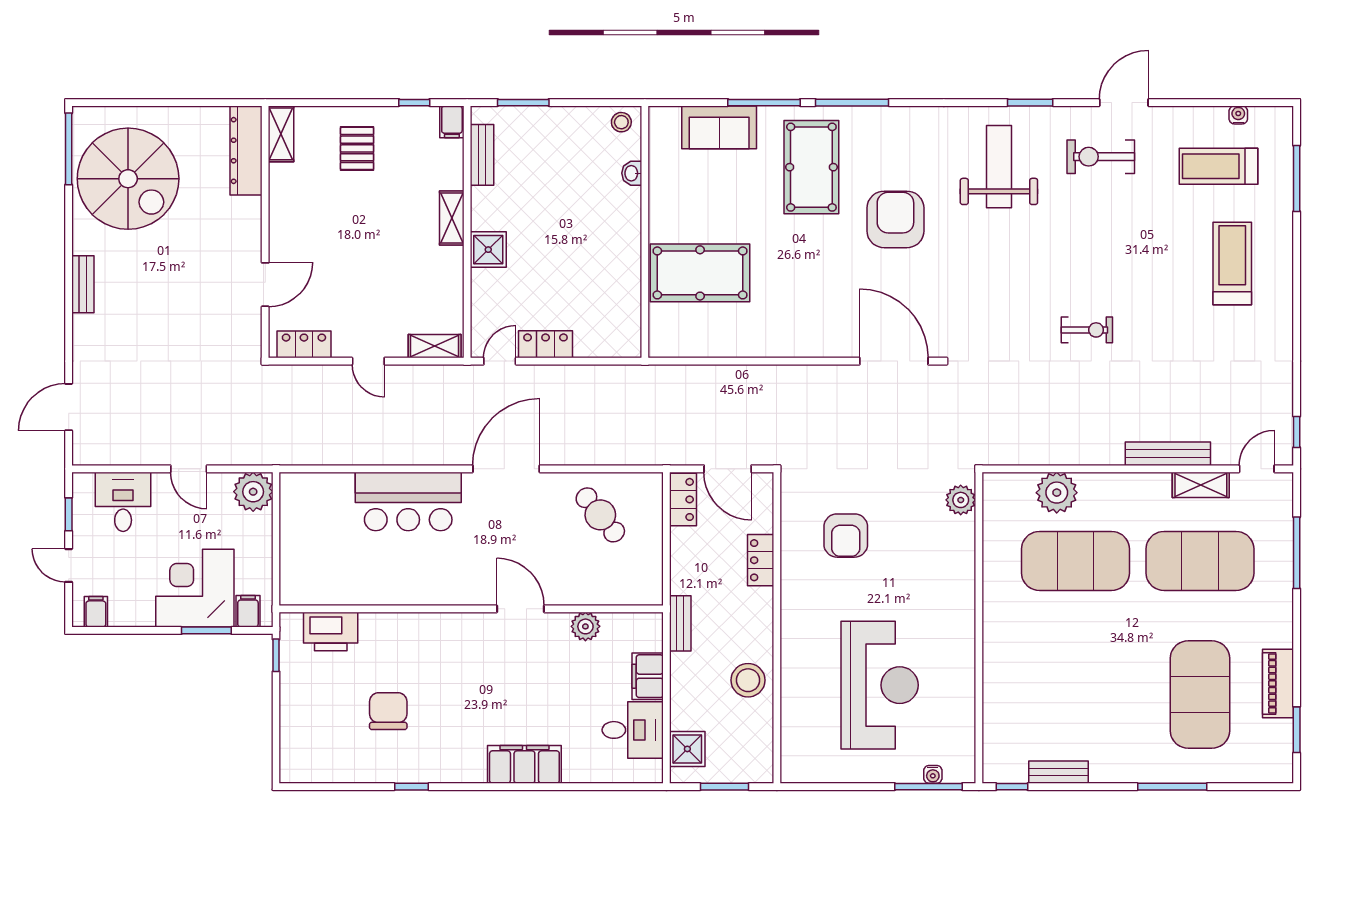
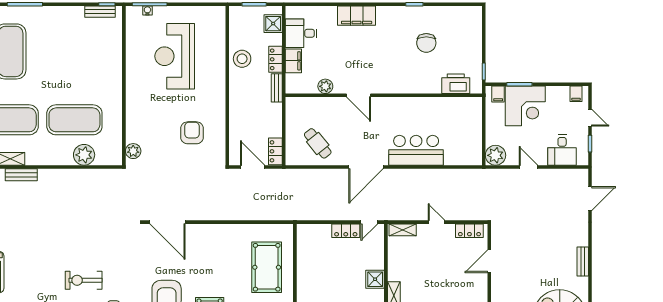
pool table: (700, 273) -> (267, 267), turned 90
exercise bike: (1087, 330) -> (84, 280), moved, width x1.38, depth x1.39
bench: (1168, 454) -> (21, 175), width x0.73
locker: (761, 560) -> (276, 59), moved, turned 180
bench: (1058, 772) -> (100, 12), moved

